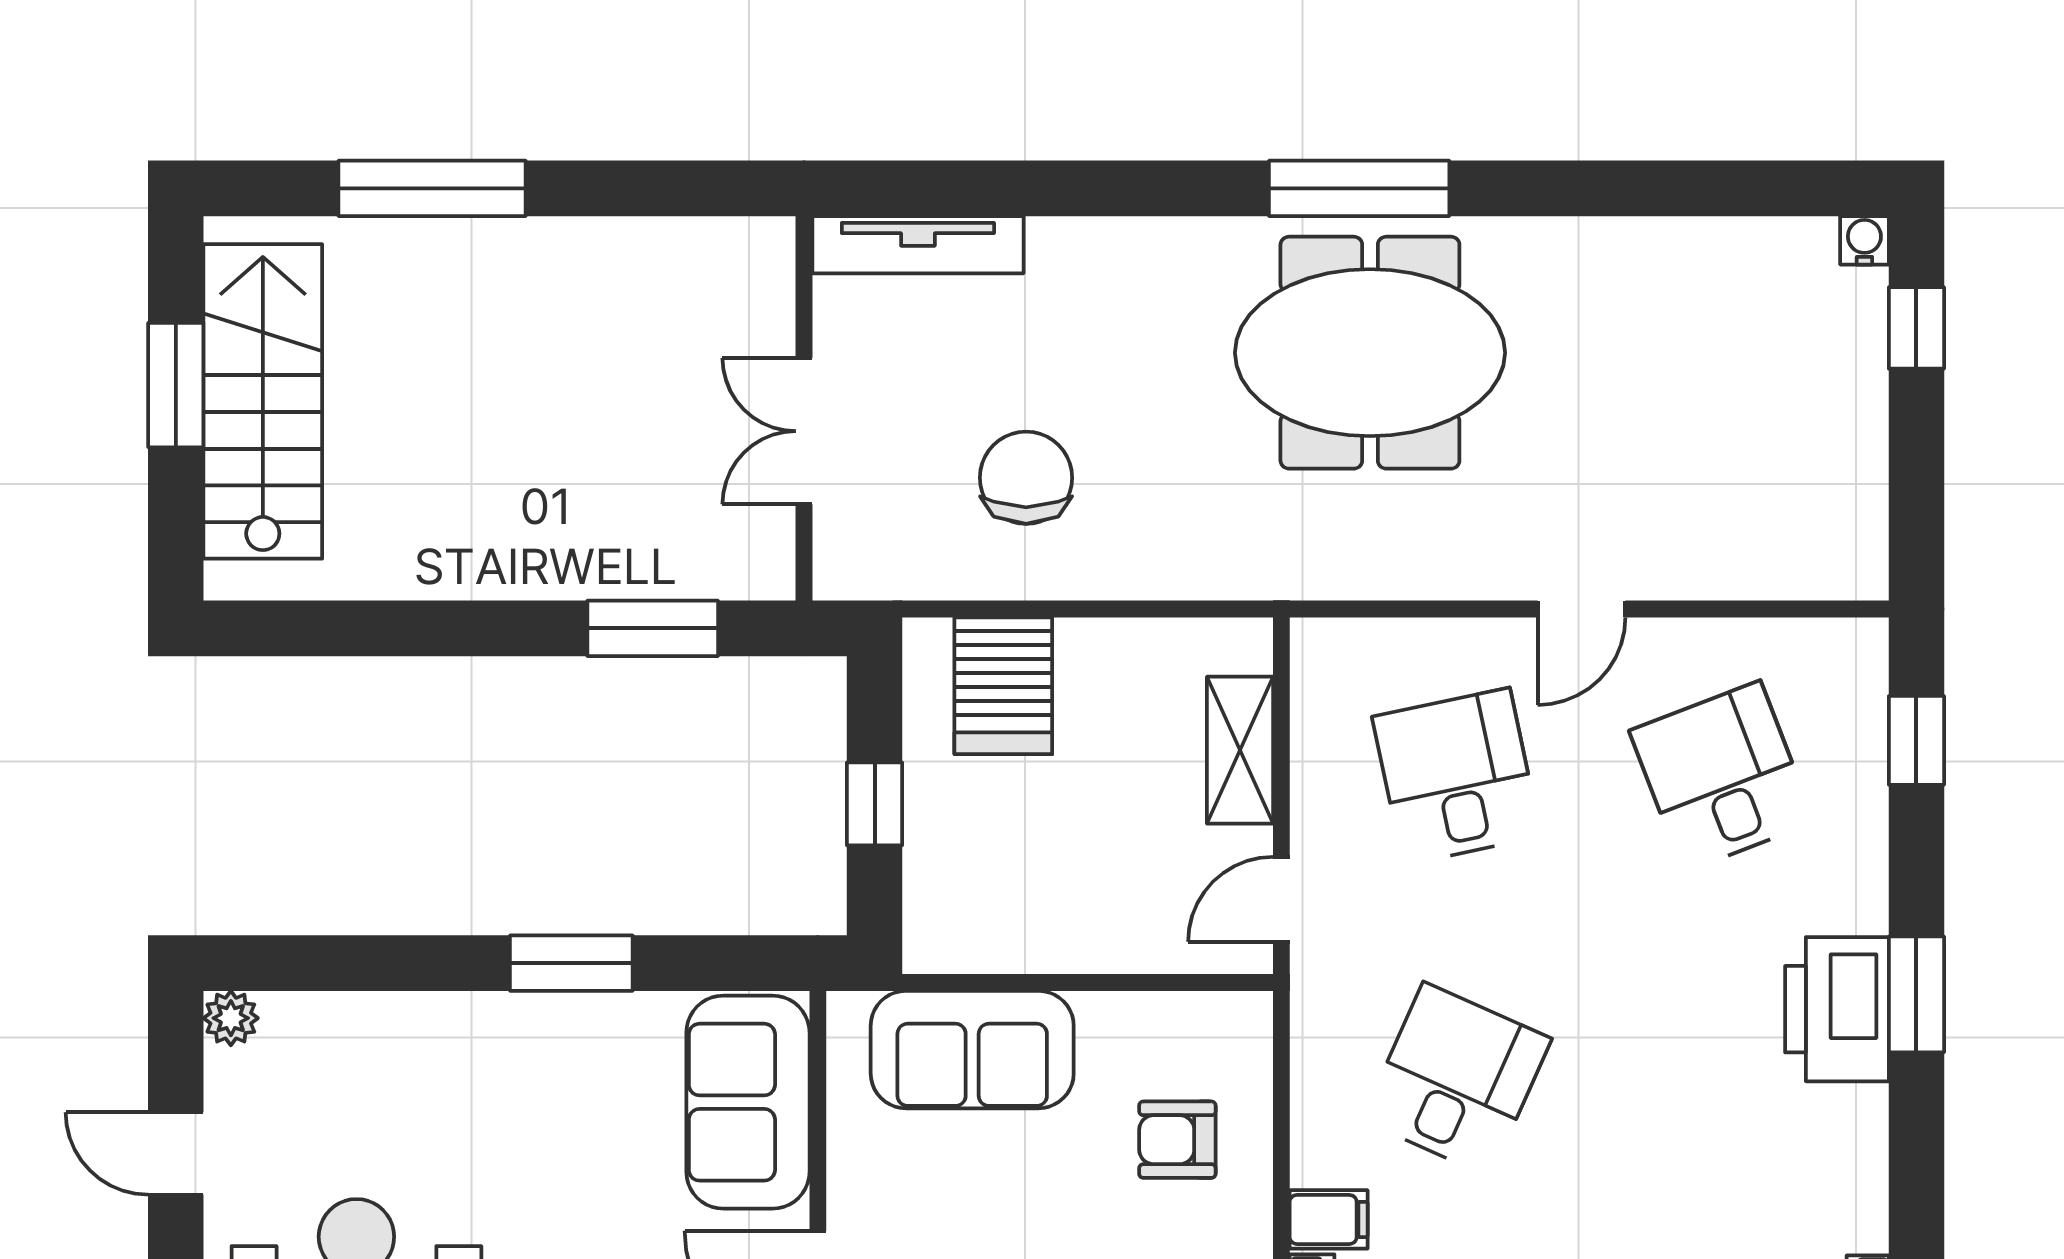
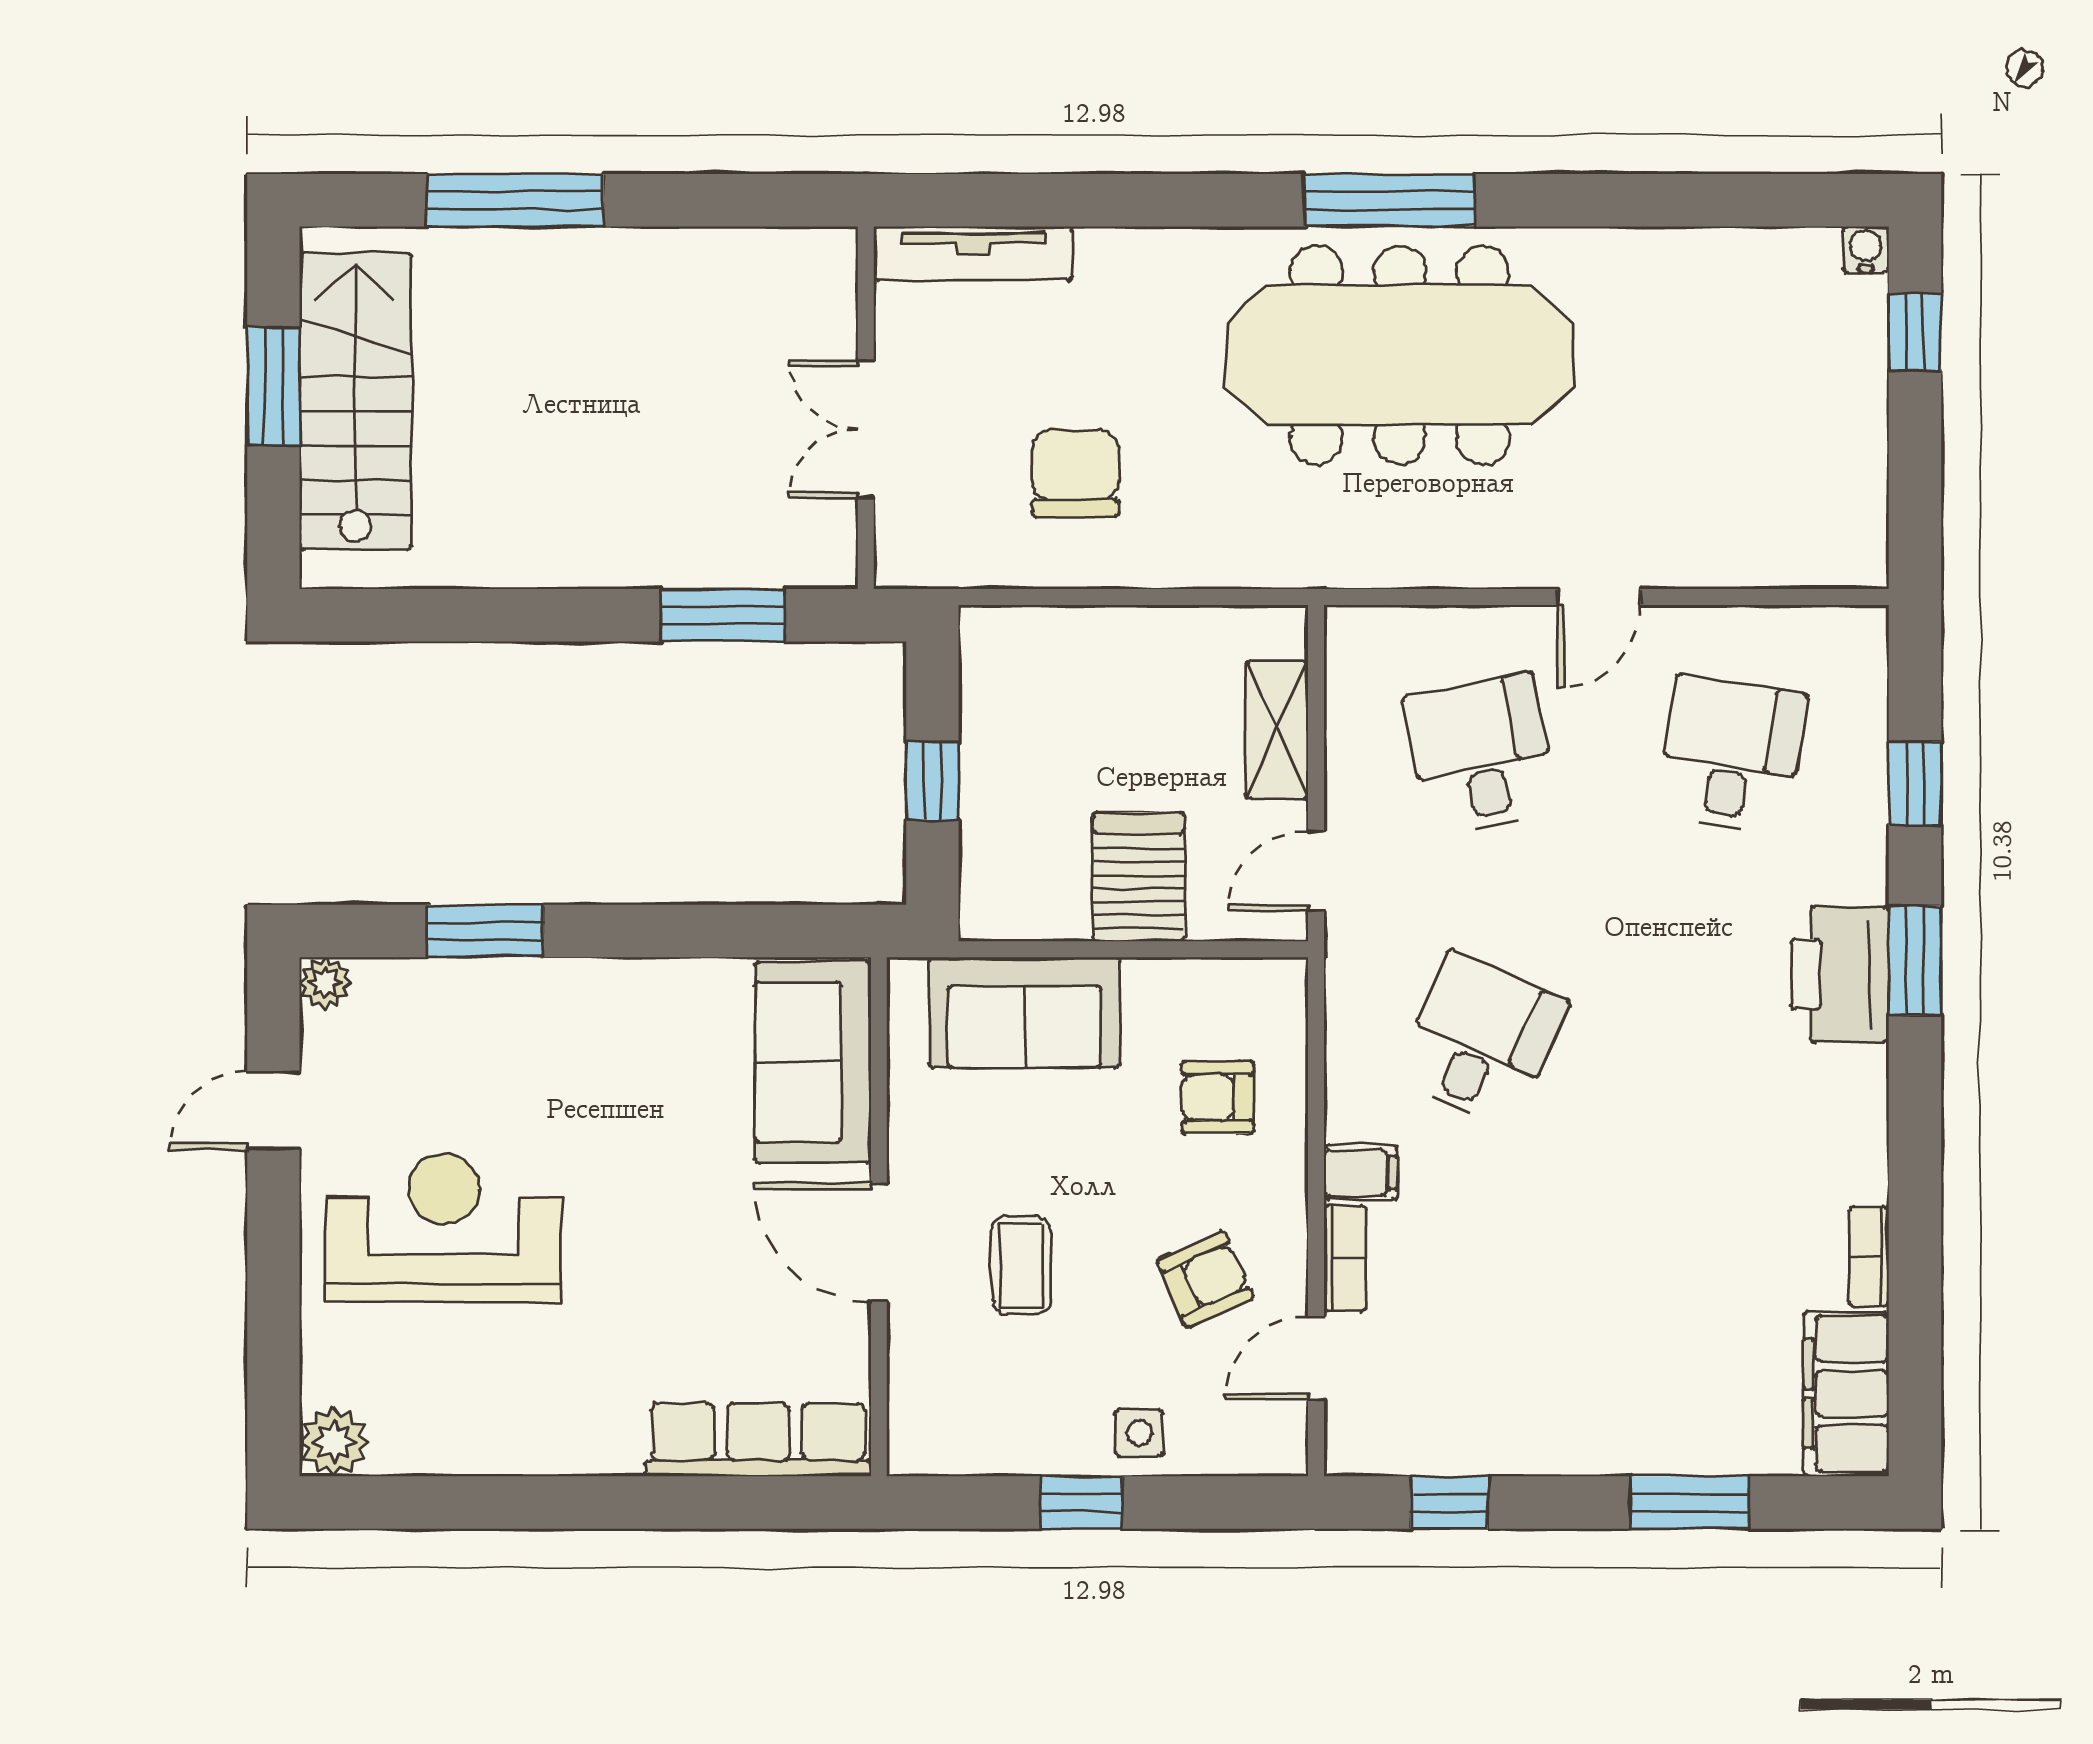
meeting table: (1370, 353) -> (1400, 355), width x1.36
server rack: (1003, 686) -> (1139, 877), moved, turned 180
window: (1916, 740) -> (1915, 783), moved
desk: (1722, 776) -> (1731, 755), turned 30
window: (571, 963) -> (485, 931), moved
door: (176, 1153) -> (273, 1110), hinge flipped

